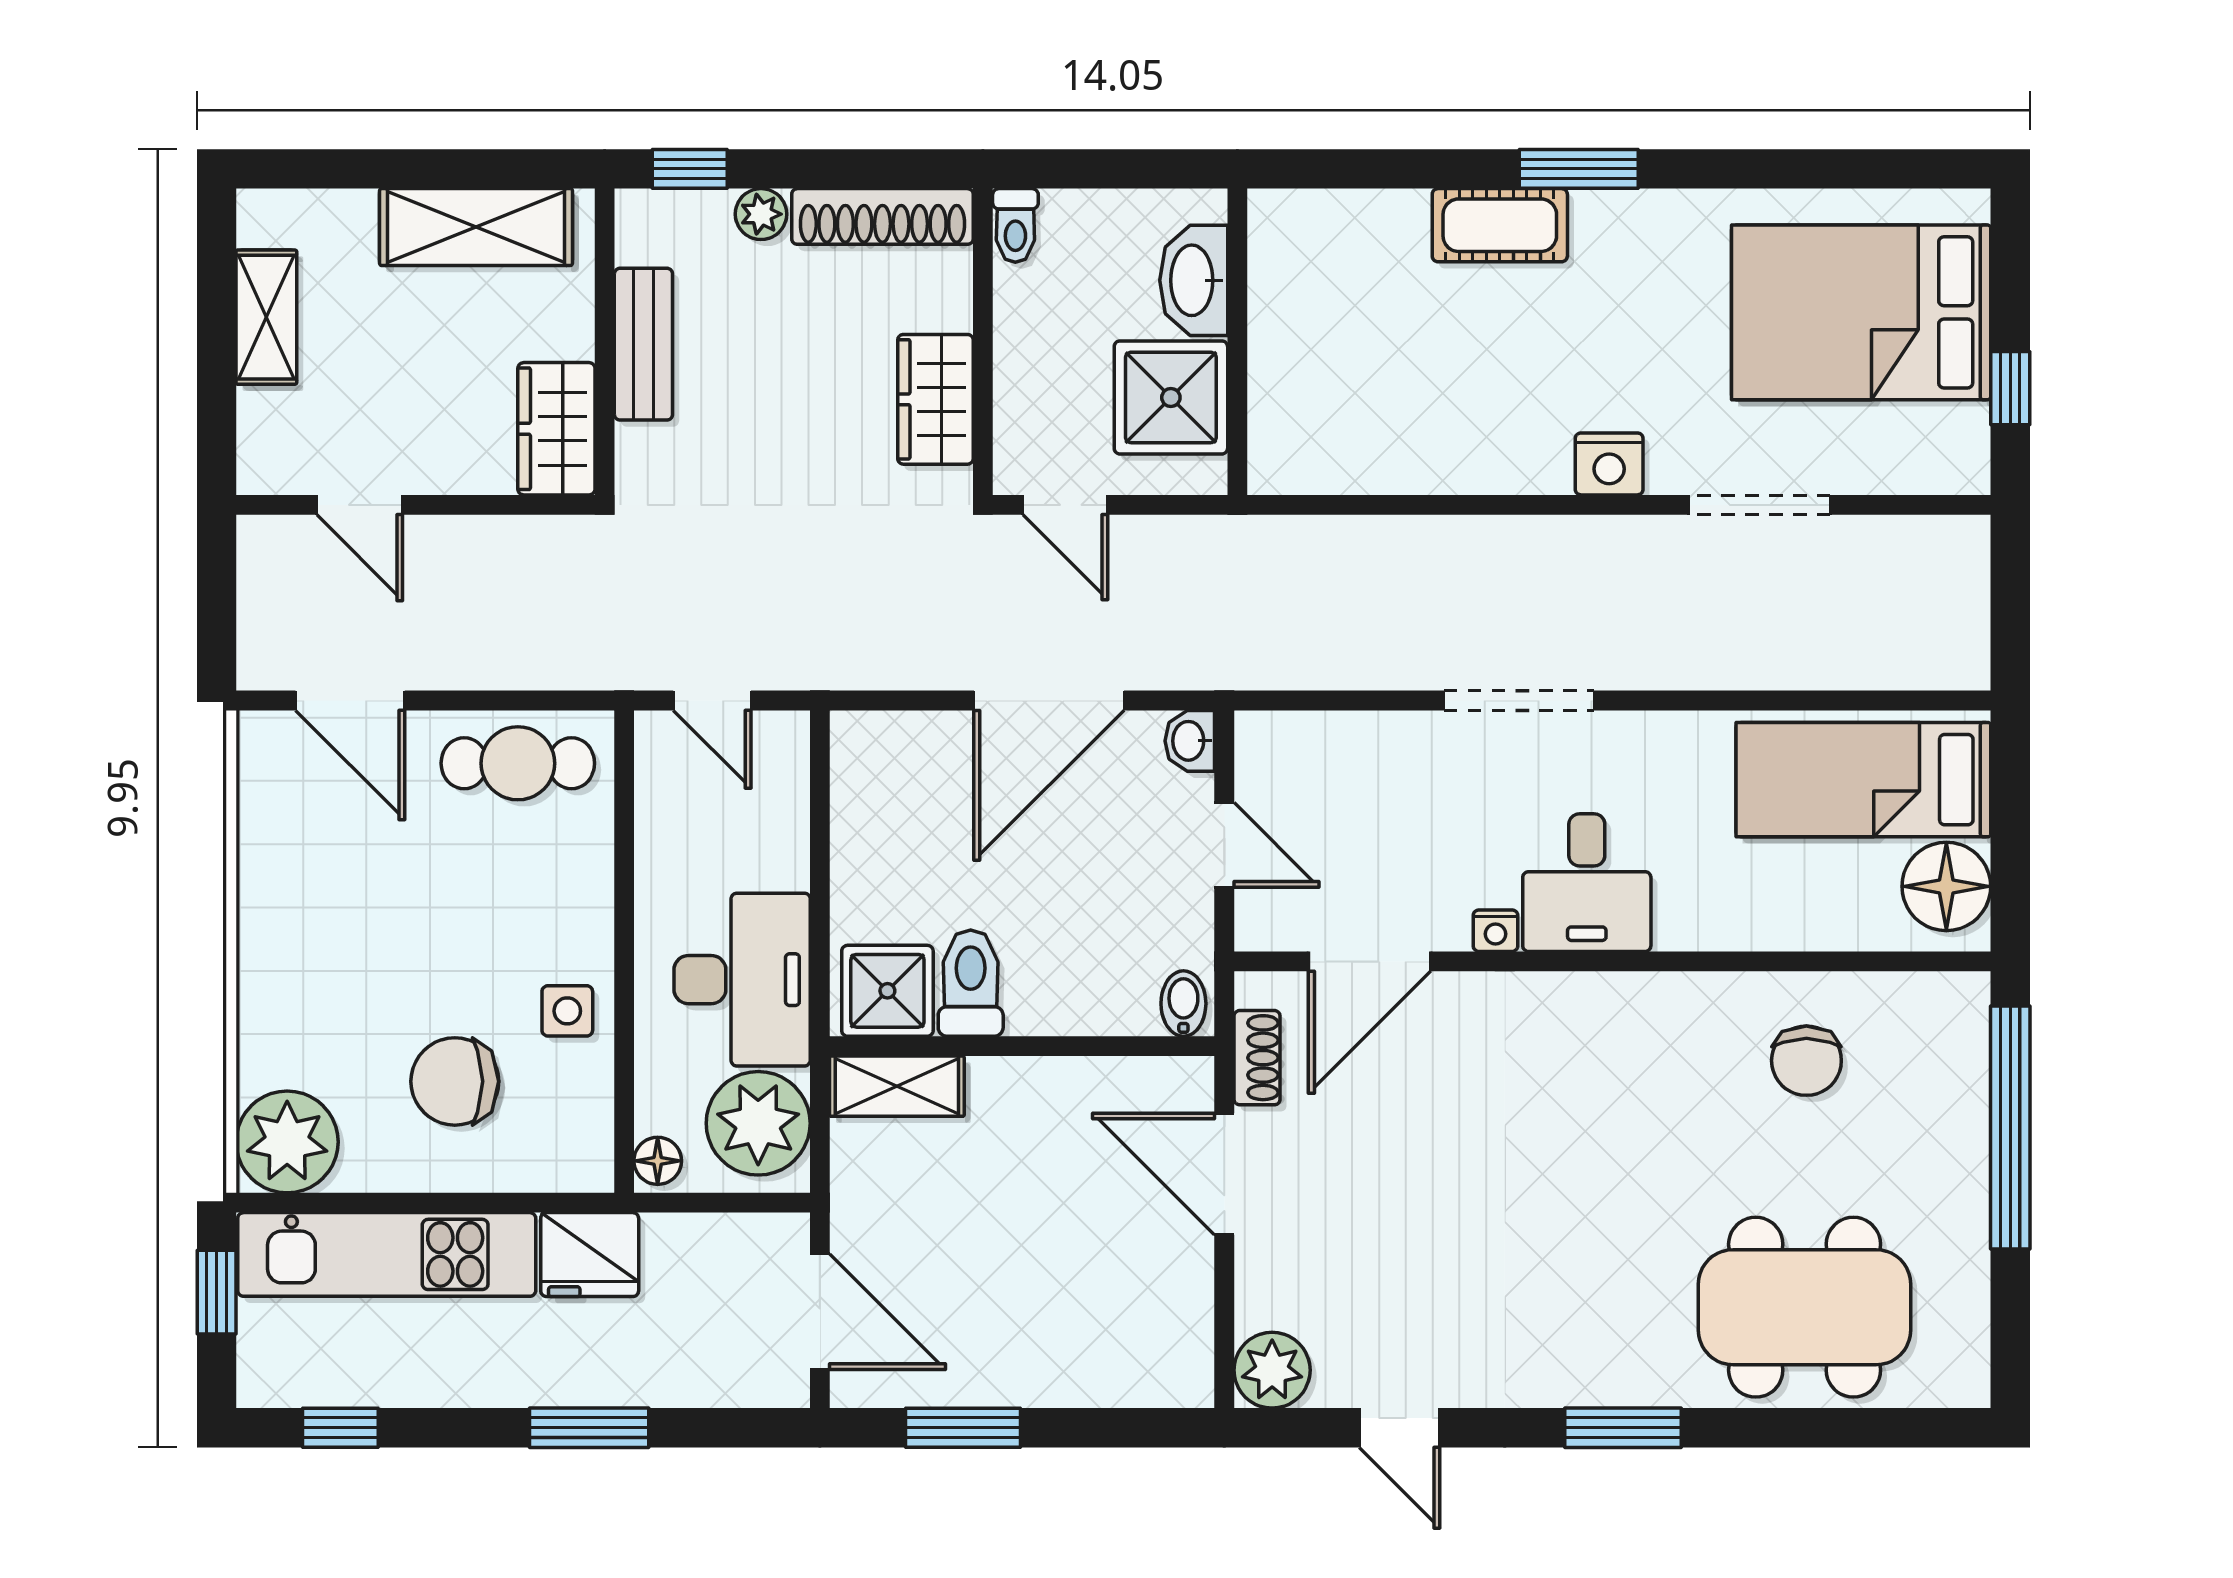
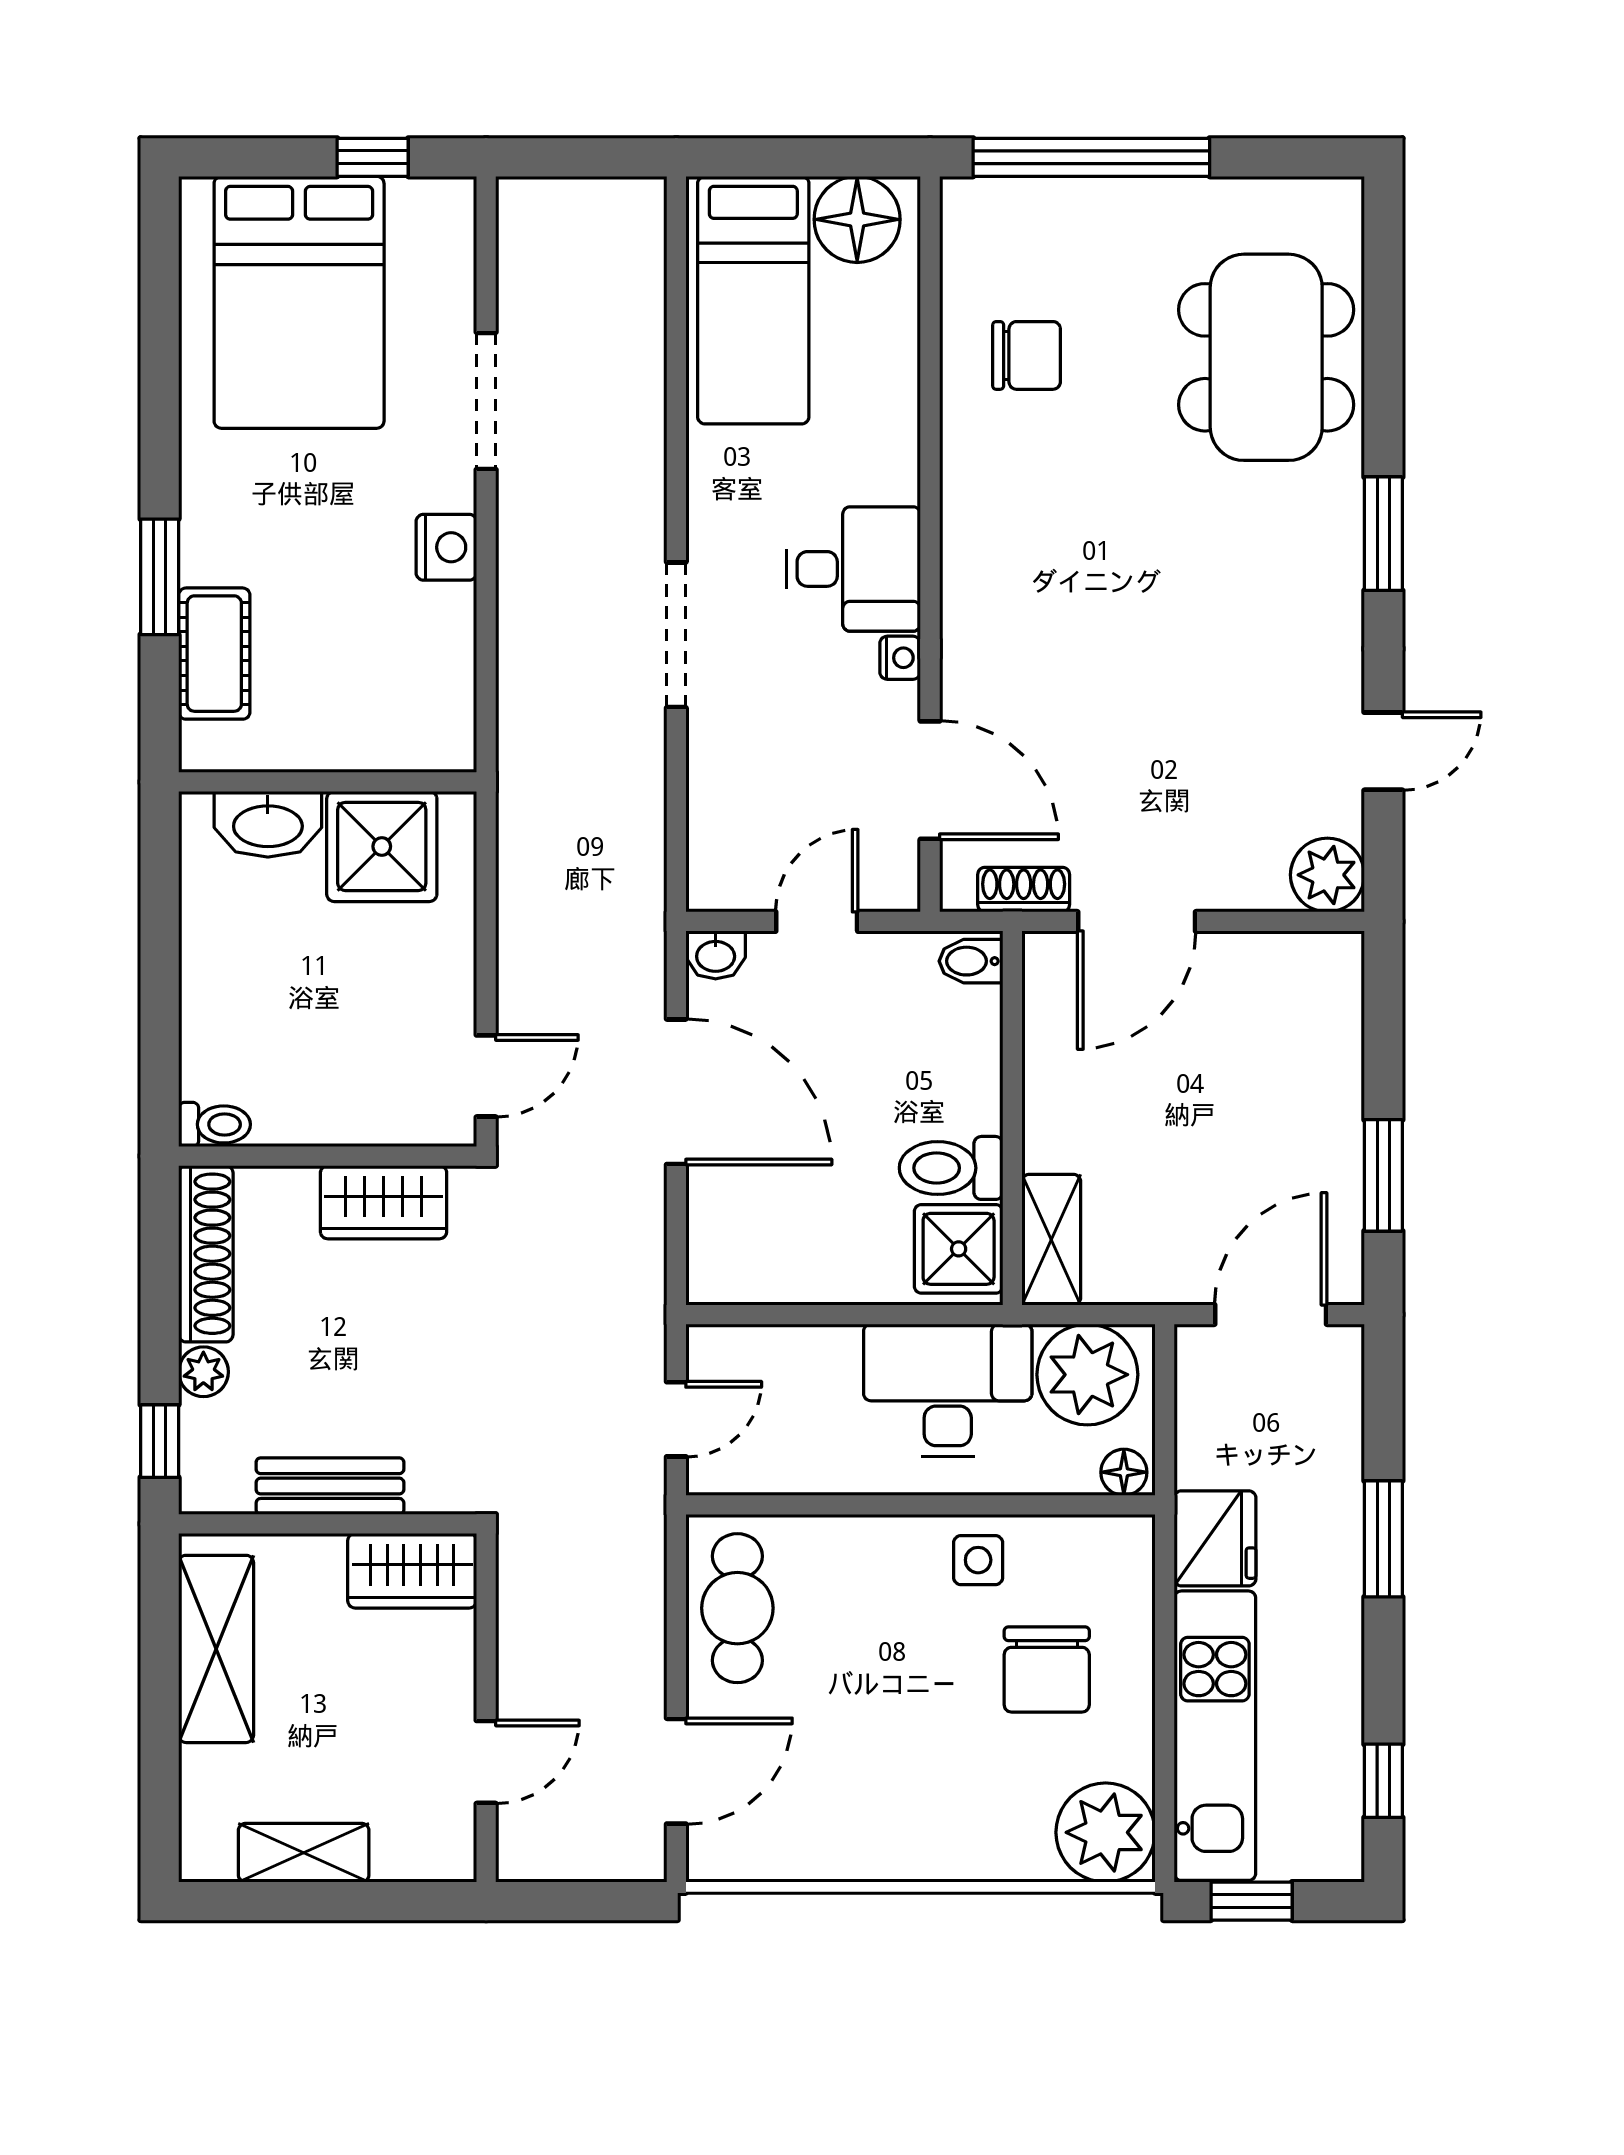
washbasin: (1194, 280) -> (268, 824), moved
wall: (1237, 342) -> (328, 782), moved
shower: (1171, 397) -> (382, 846), moved

